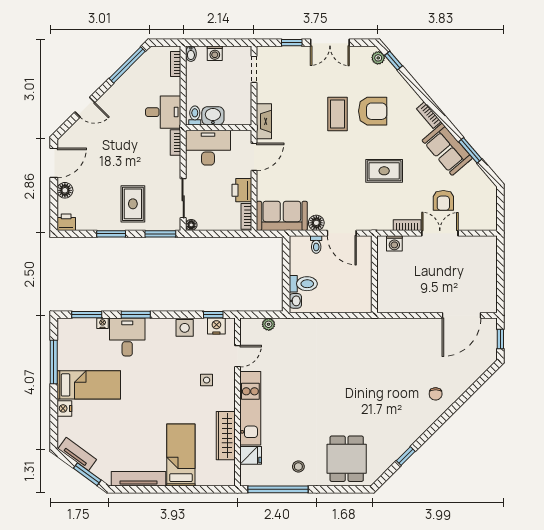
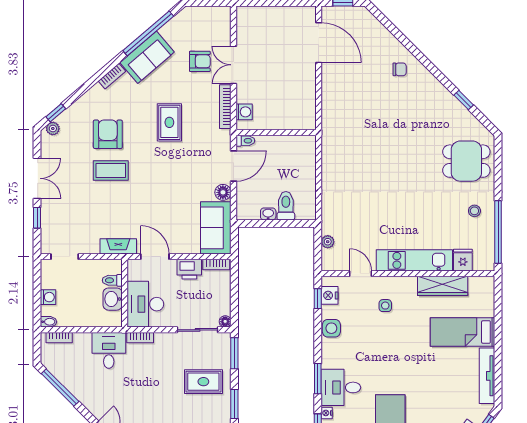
toilet: (195, 115) -> (112, 280), moved
window: (470, 150) -> (148, 33), width x2.11
bookcase: (407, 225) -> (225, 107), width x1.56
toilet: (316, 244) -> (245, 141), moved
washbasin: (295, 301) -> (268, 214), moved

